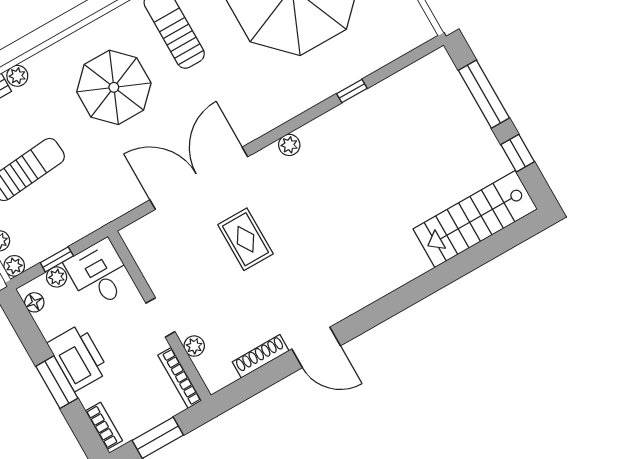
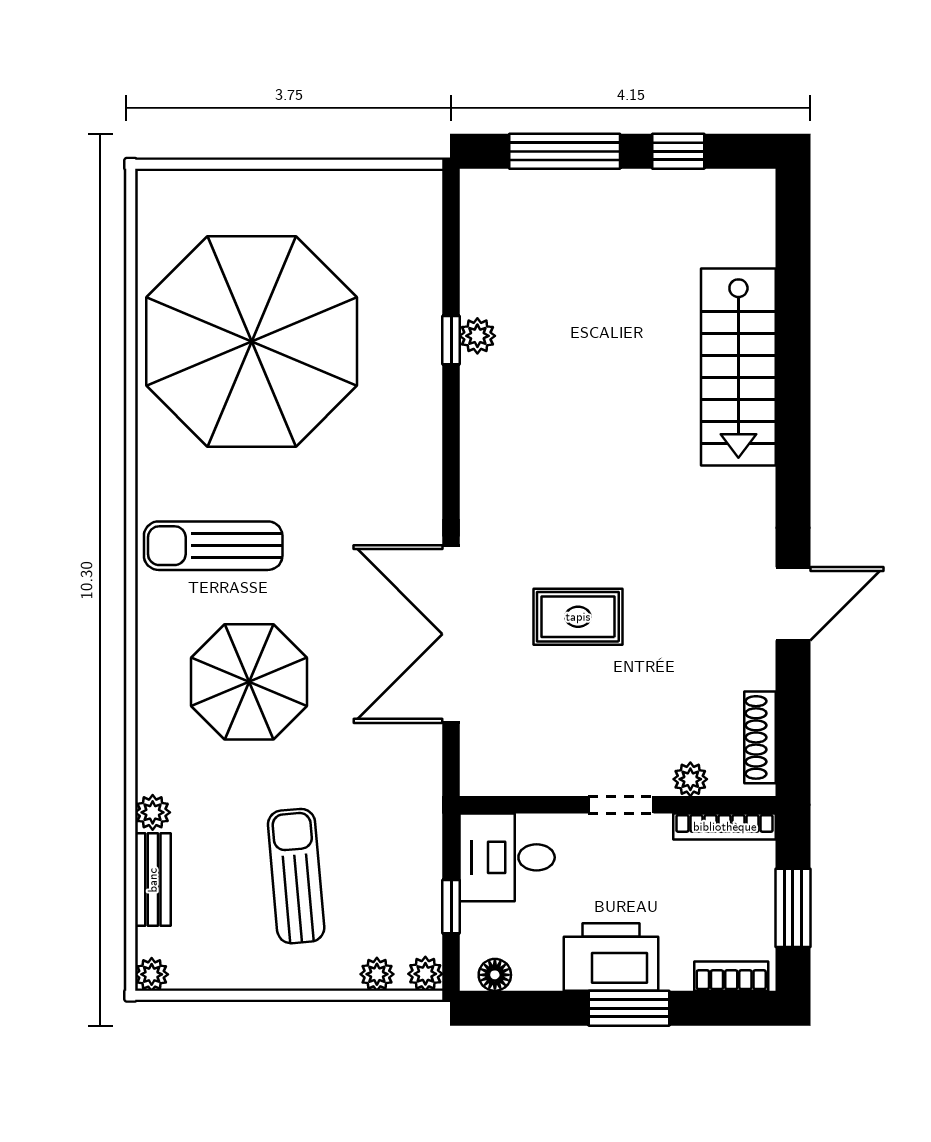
plant: (289, 145) -> (477, 336), moved
stairs: (475, 219) -> (738, 367), moved
plant: (57, 277) -> (476, 922), removed
shoe rack: (261, 356) -> (760, 737), moved

